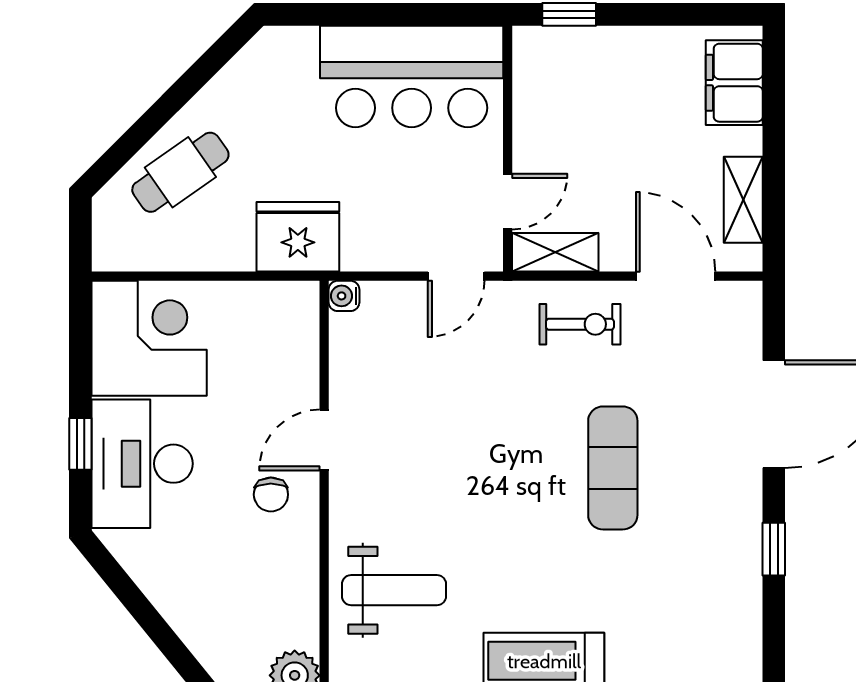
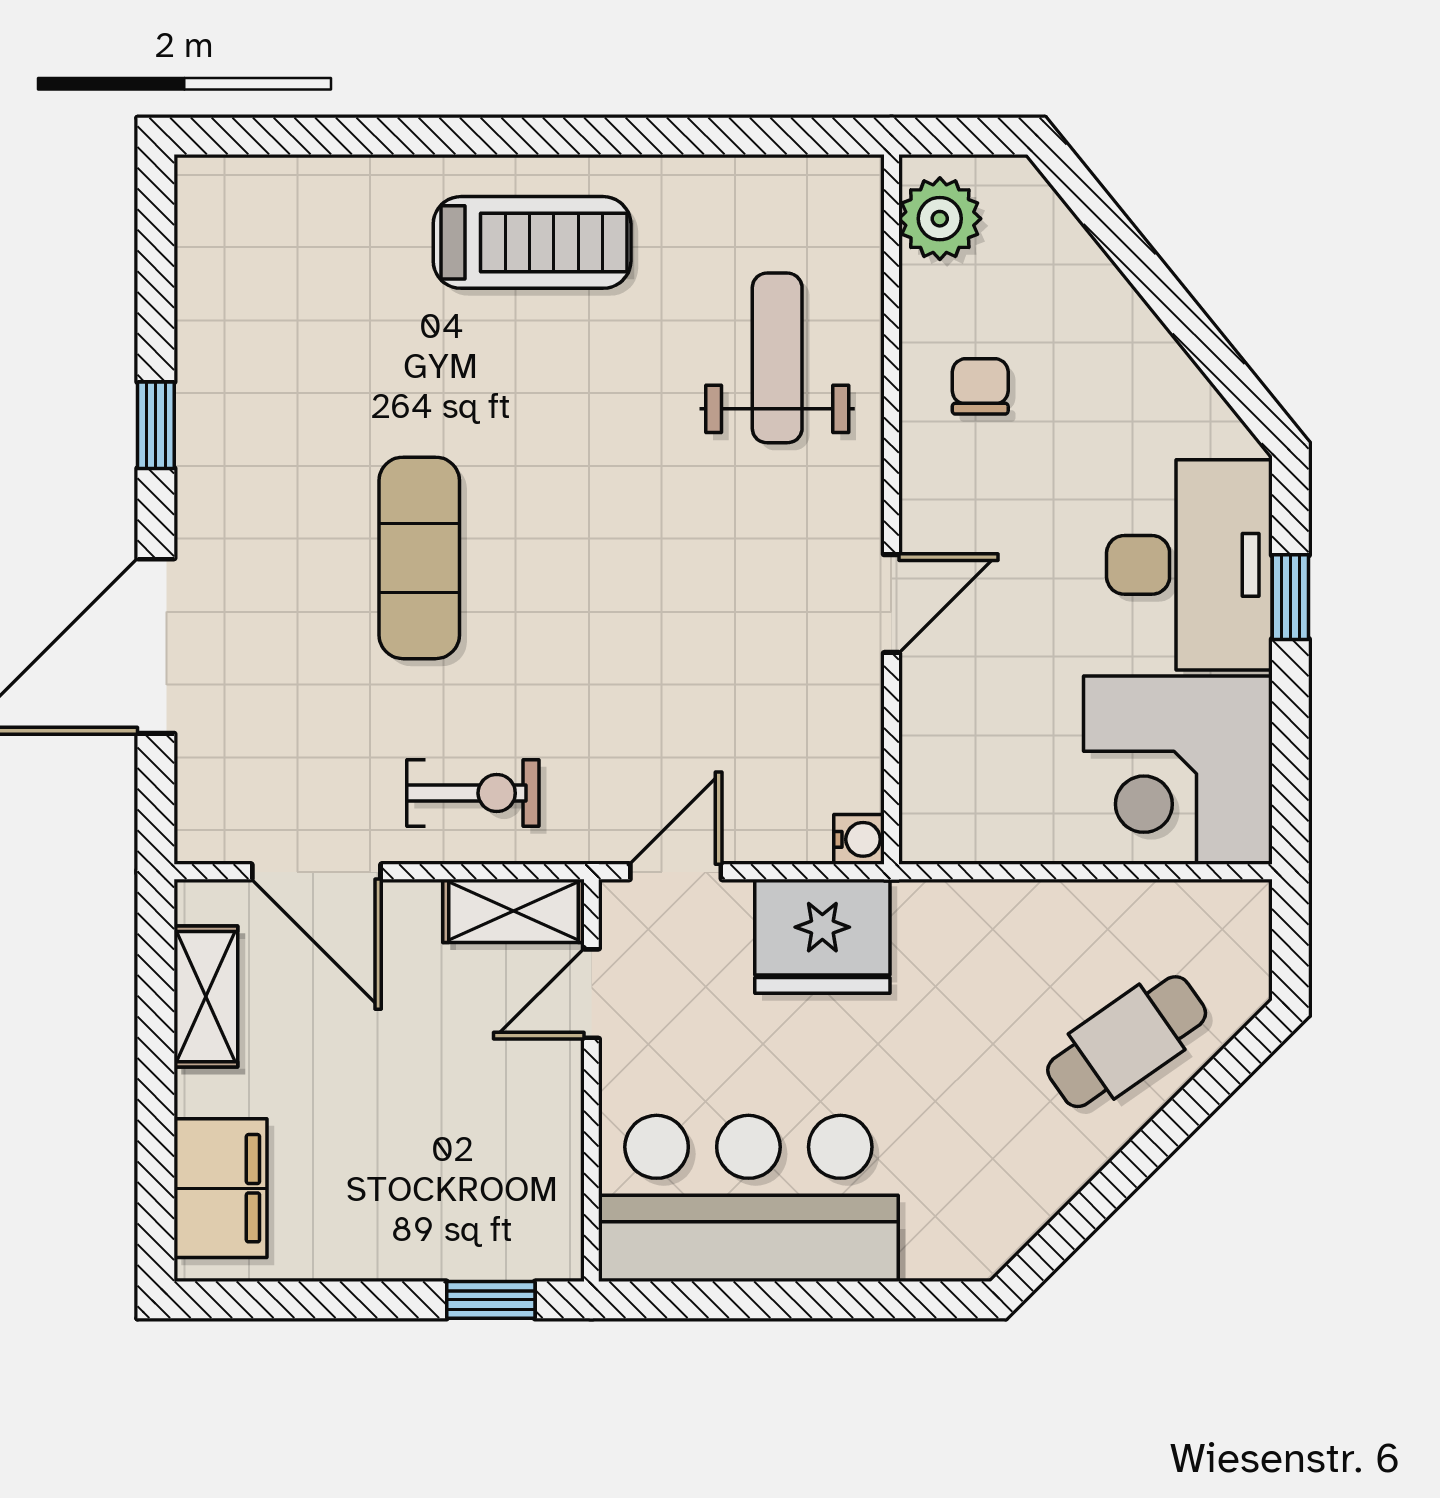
fridge: (298, 237) -> (822, 936), moved
exercise bike: (580, 324) -> (473, 793), turned 180
chair: (271, 495) -> (980, 386), moved
weight bench: (394, 590) -> (777, 358), turned 90

